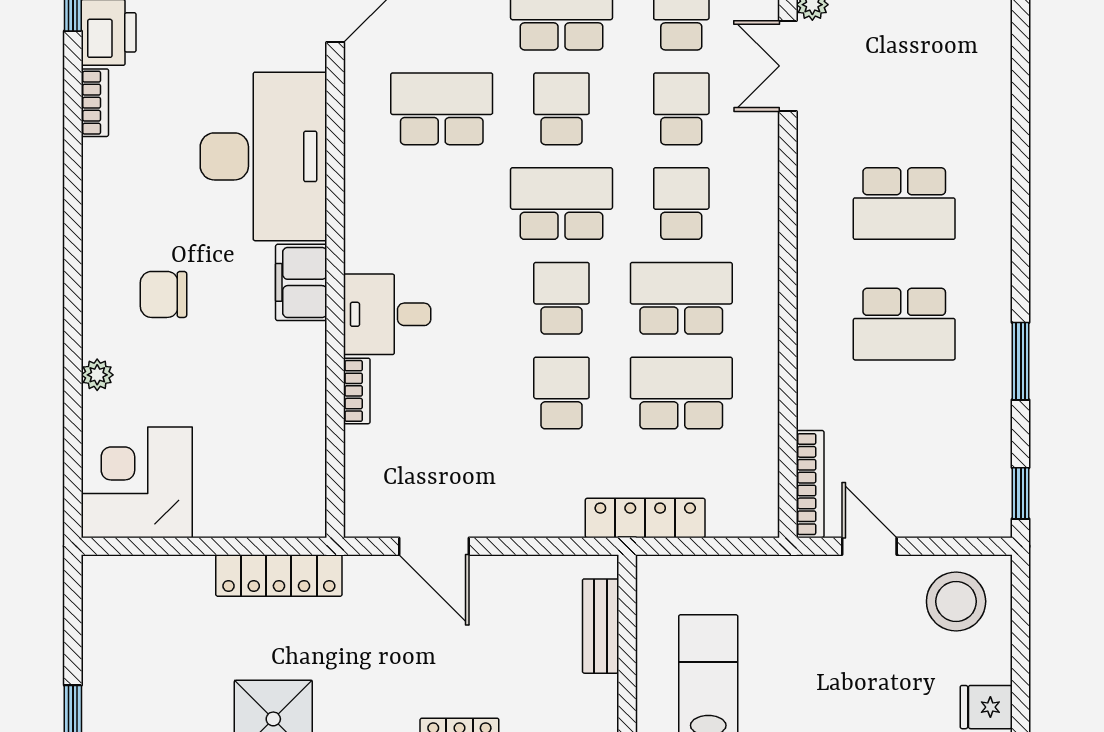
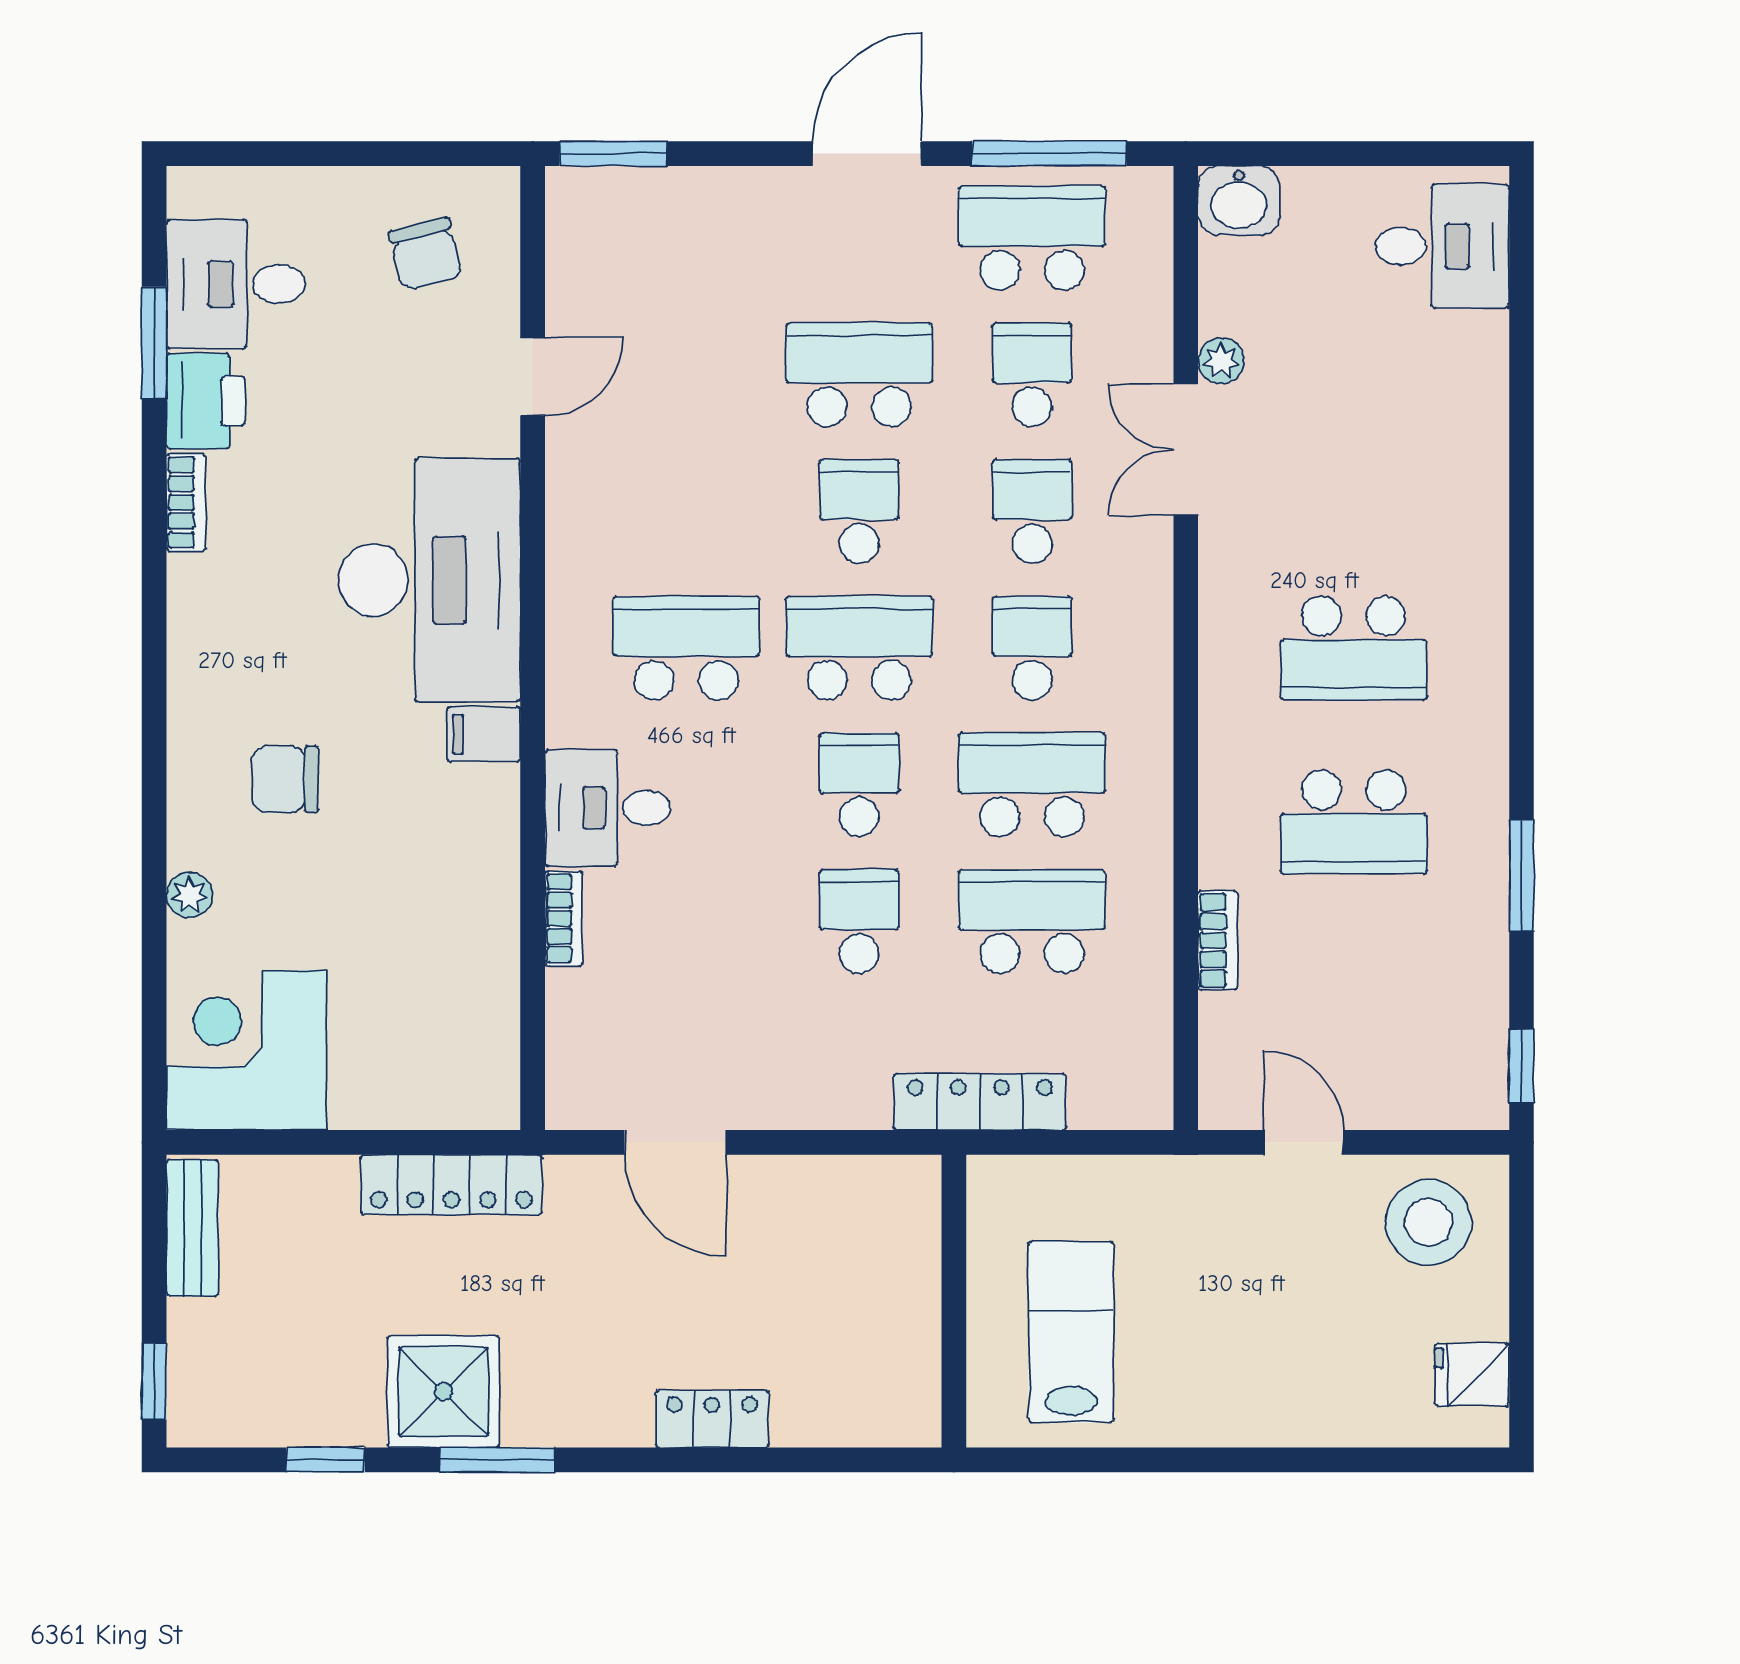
school desk: (442, 109) -> (686, 648), moved
filing cabinet: (301, 282) -> (484, 734), width x0.50
bookcase: (810, 484) -> (1218, 940), moved, width x0.64
bench: (601, 626) -> (192, 1228), moved

